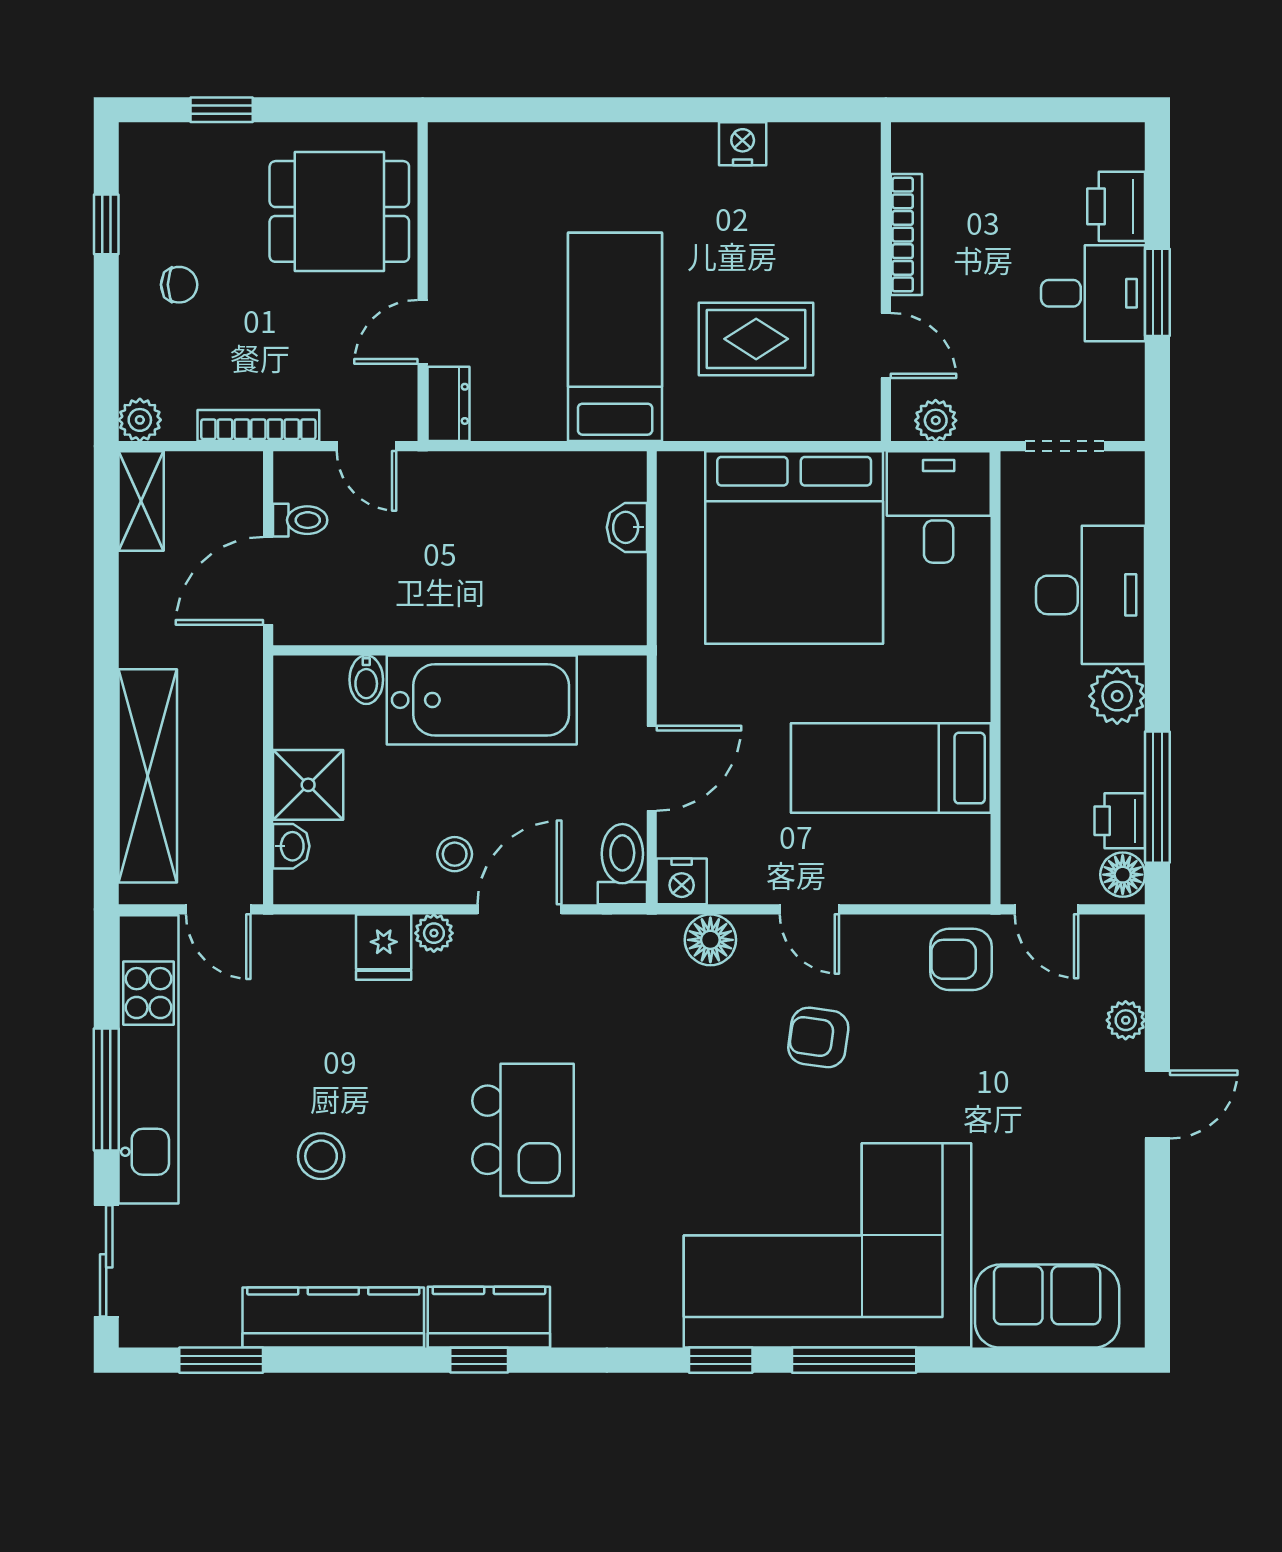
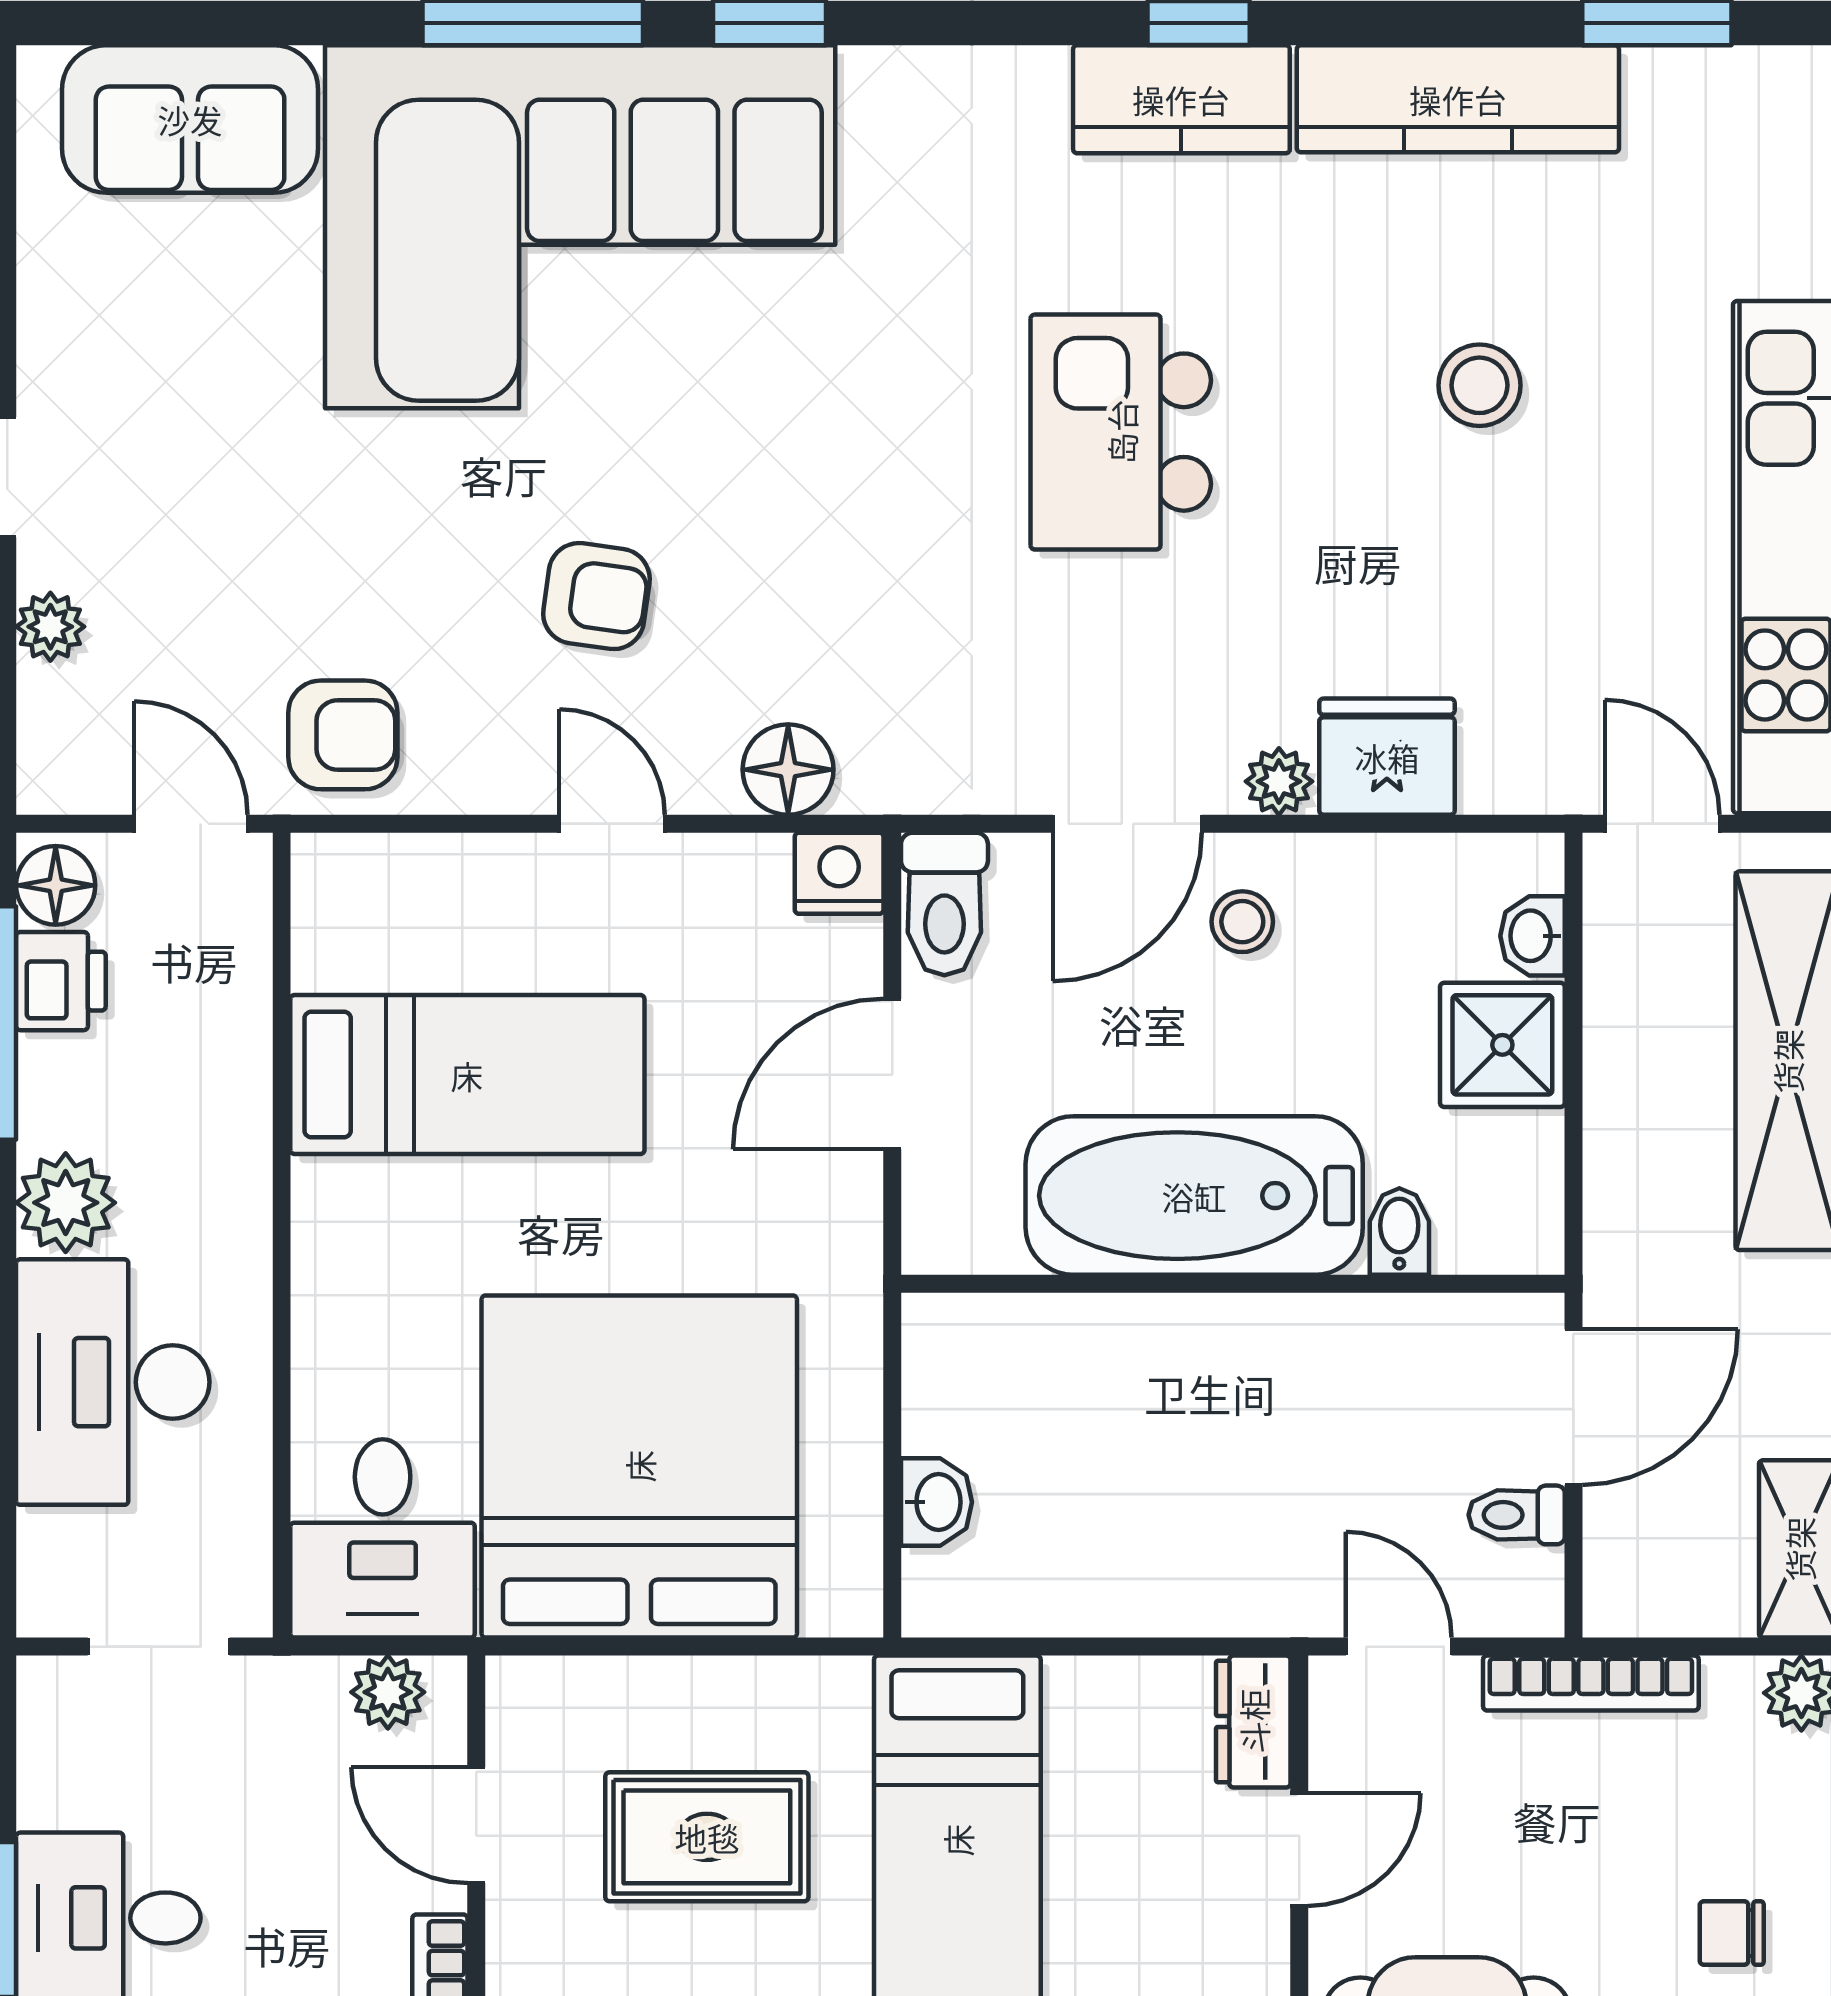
fridge: (384, 947) -> (1387, 757), width x1.38

